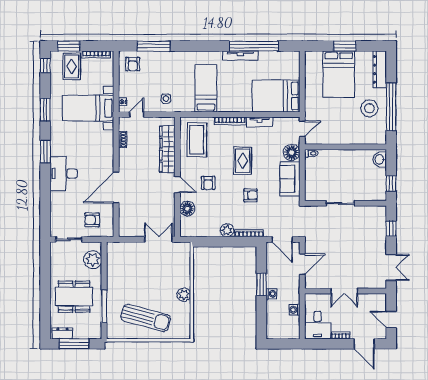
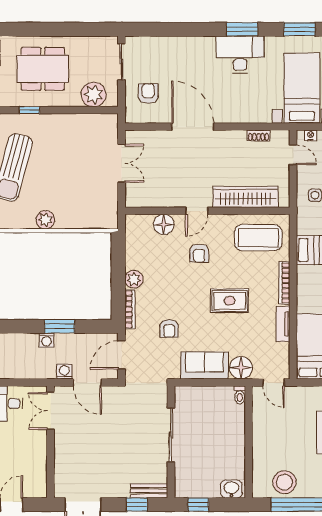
stool: (369, 108) -> (284, 482), moved
desk: (64, 174) -> (240, 55), moved
armchair: (208, 183) -> (199, 253), turned -90
armchair: (251, 195) -> (169, 328), moved
sliding door: (340, 203) -> (171, 435), width x1.37
bench: (381, 219) -> (149, 491), added
double door: (159, 239) -> (121, 163), moved
double door: (344, 291) -> (51, 411), moved
dining table: (74, 297) -> (43, 69), turned 90
window: (104, 306) -> (29, 110), width x0.46
washing machine: (294, 310) -> (64, 372), moved

